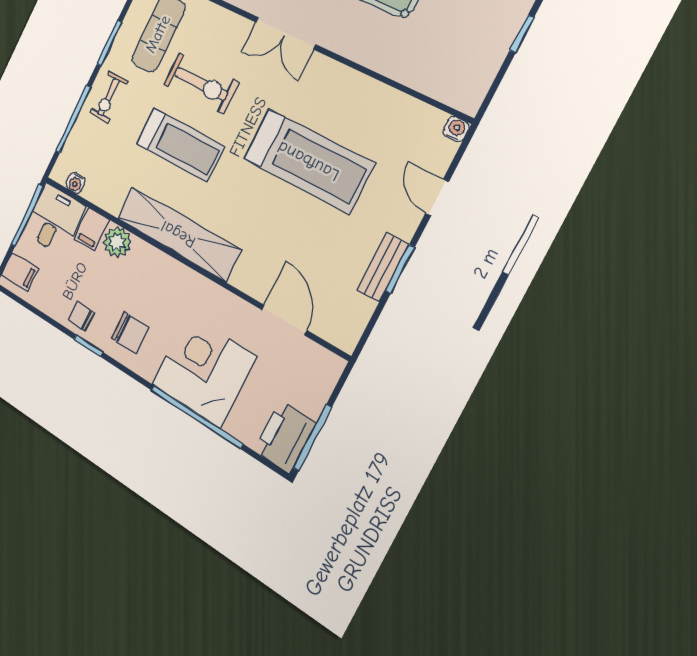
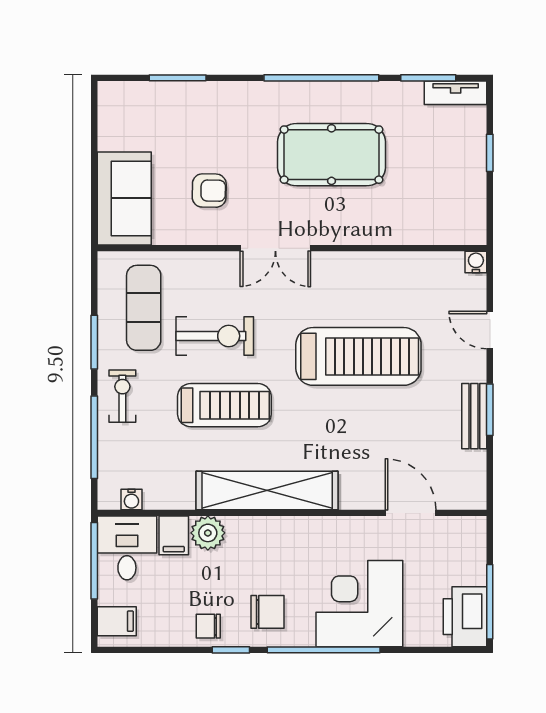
exercise bike: (109, 97) -> (122, 396), turned 180
window: (197, 417) -> (324, 650), moved

